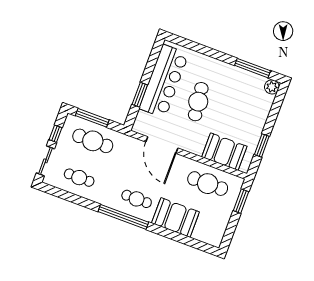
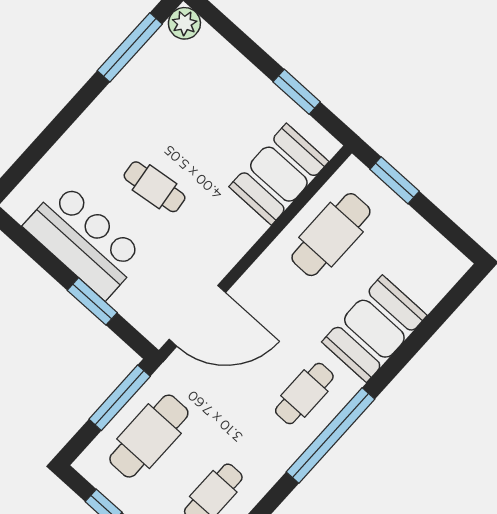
bar counter: (164, 81) -> (84, 241), width x0.73
cafe table: (198, 102) -> (155, 187), width x0.73, depth x0.74
window: (92, 118) -> (120, 398), moved
door: (162, 145) -> (197, 316), moved

